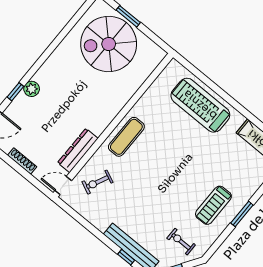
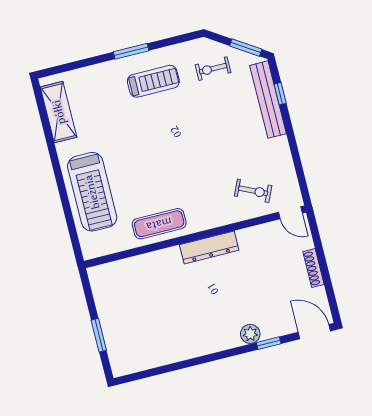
spiral stairs: (109, 44) -> (139, 322), removed
exercise mat: (126, 137) -> (159, 224), moved
dresser: (78, 151) -> (209, 247), moved
exercise bike: (181, 242) -> (213, 69), turned 90

